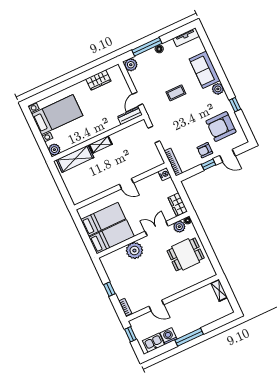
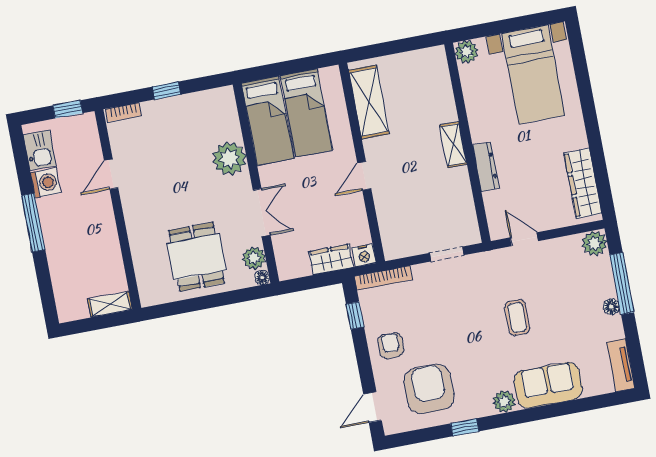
wardrobe: (98, 80) -> (583, 183), width x1.50
dresser: (130, 116) -> (486, 167), moved
door: (228, 156) -> (373, 407), moved
shelving: (75, 159) -> (369, 102), moved
window: (209, 165) -> (355, 315), moved
wardrobe: (178, 204) -> (331, 259), moved

